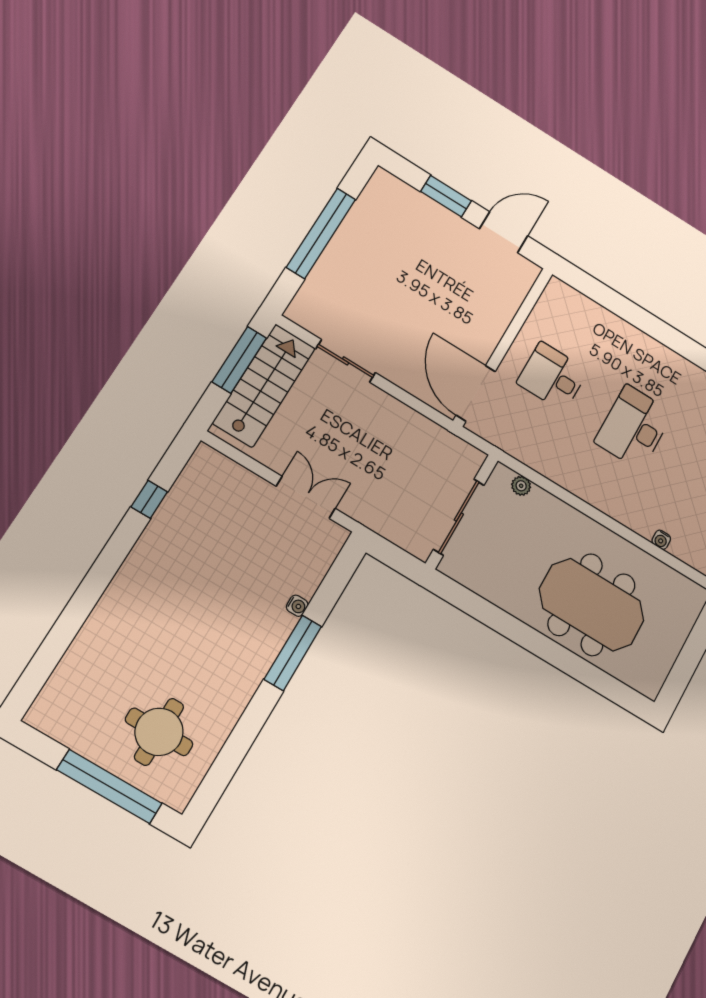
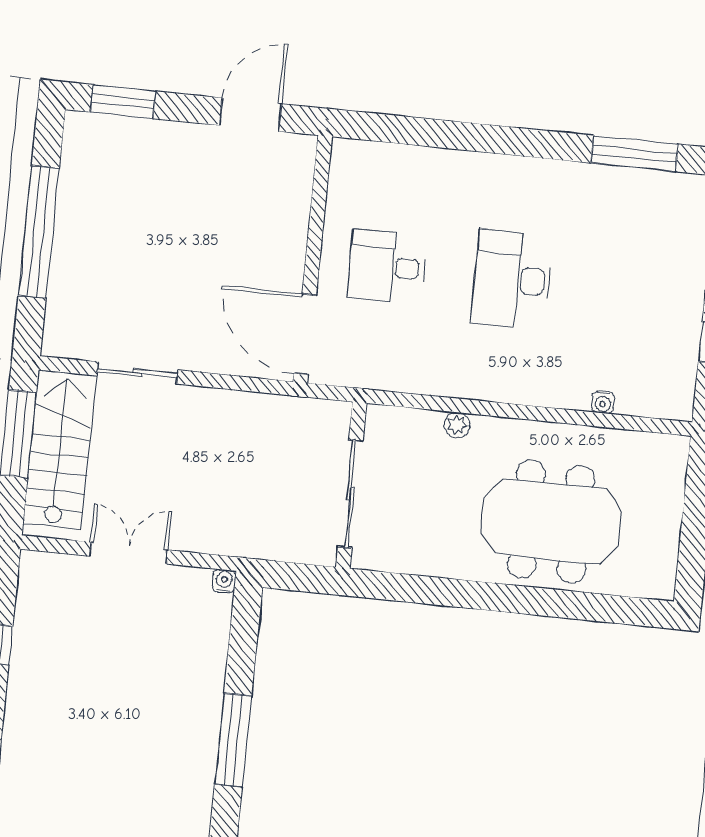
window: (446, 196) -> (123, 102), moved
plant: (521, 486) -> (457, 425), moved
double door: (306, 497) -> (129, 553), moved
water cooler: (297, 606) -> (224, 581), moved, turned -90

